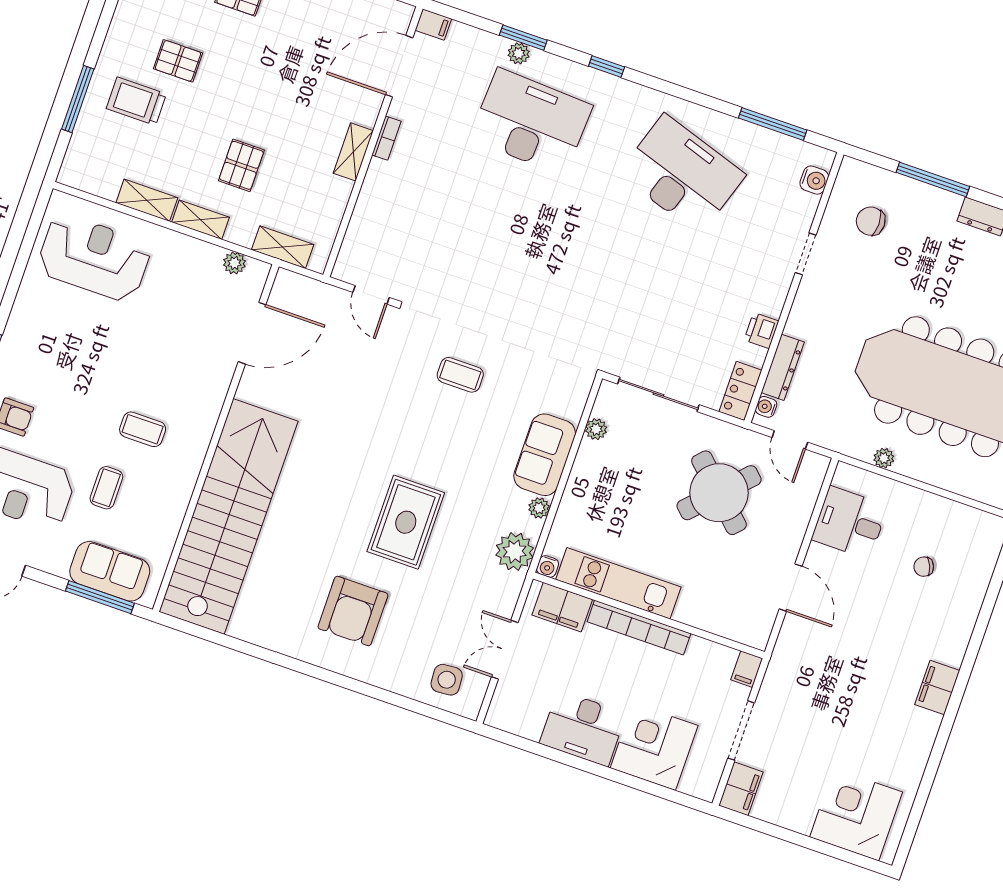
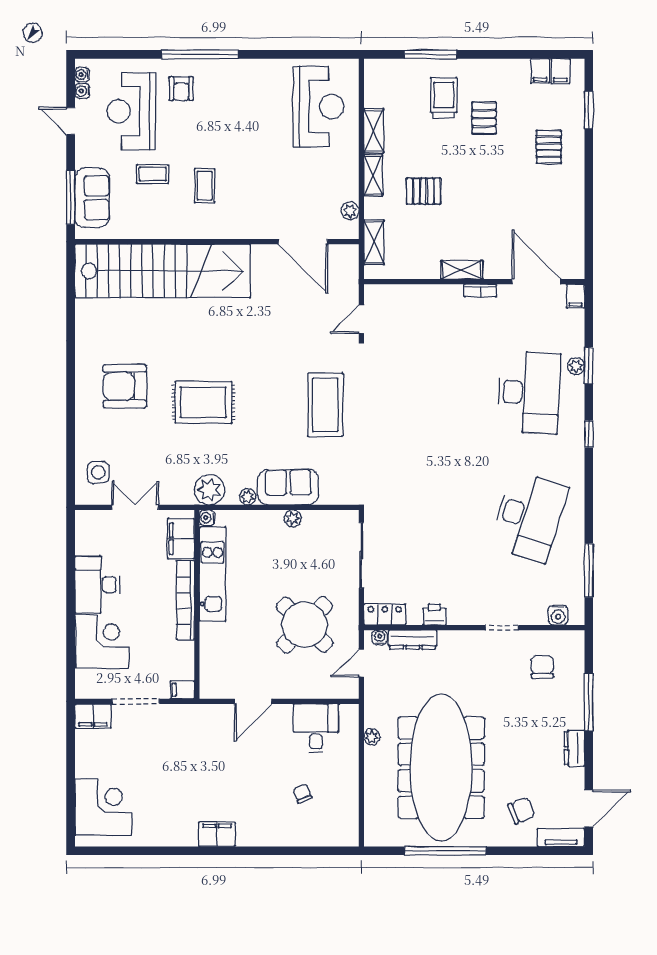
coffee table: (460, 375) -> (325, 405), width x1.86, depth x1.72
plant: (596, 429) -> (293, 518), moved

